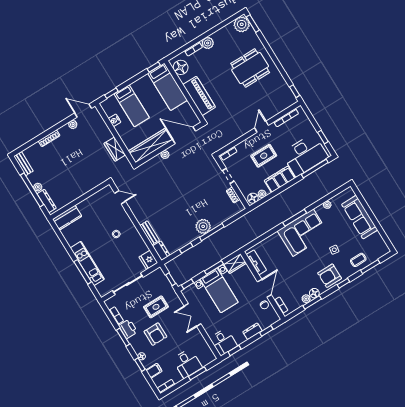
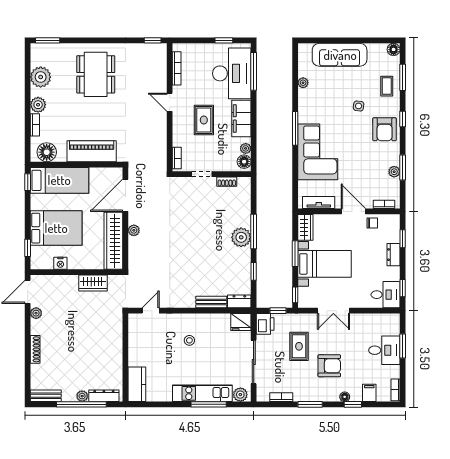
plant: (242, 24) -> (41, 77), moved
bed: (132, 106) -> (56, 228), width x1.50
corner sofa: (303, 233) -> (318, 152), moved
plant: (102, 288) -> (240, 395), added
floor lamp: (314, 293) -> (394, 49), moved
printer: (128, 329) -> (265, 324), moved, turned 90

